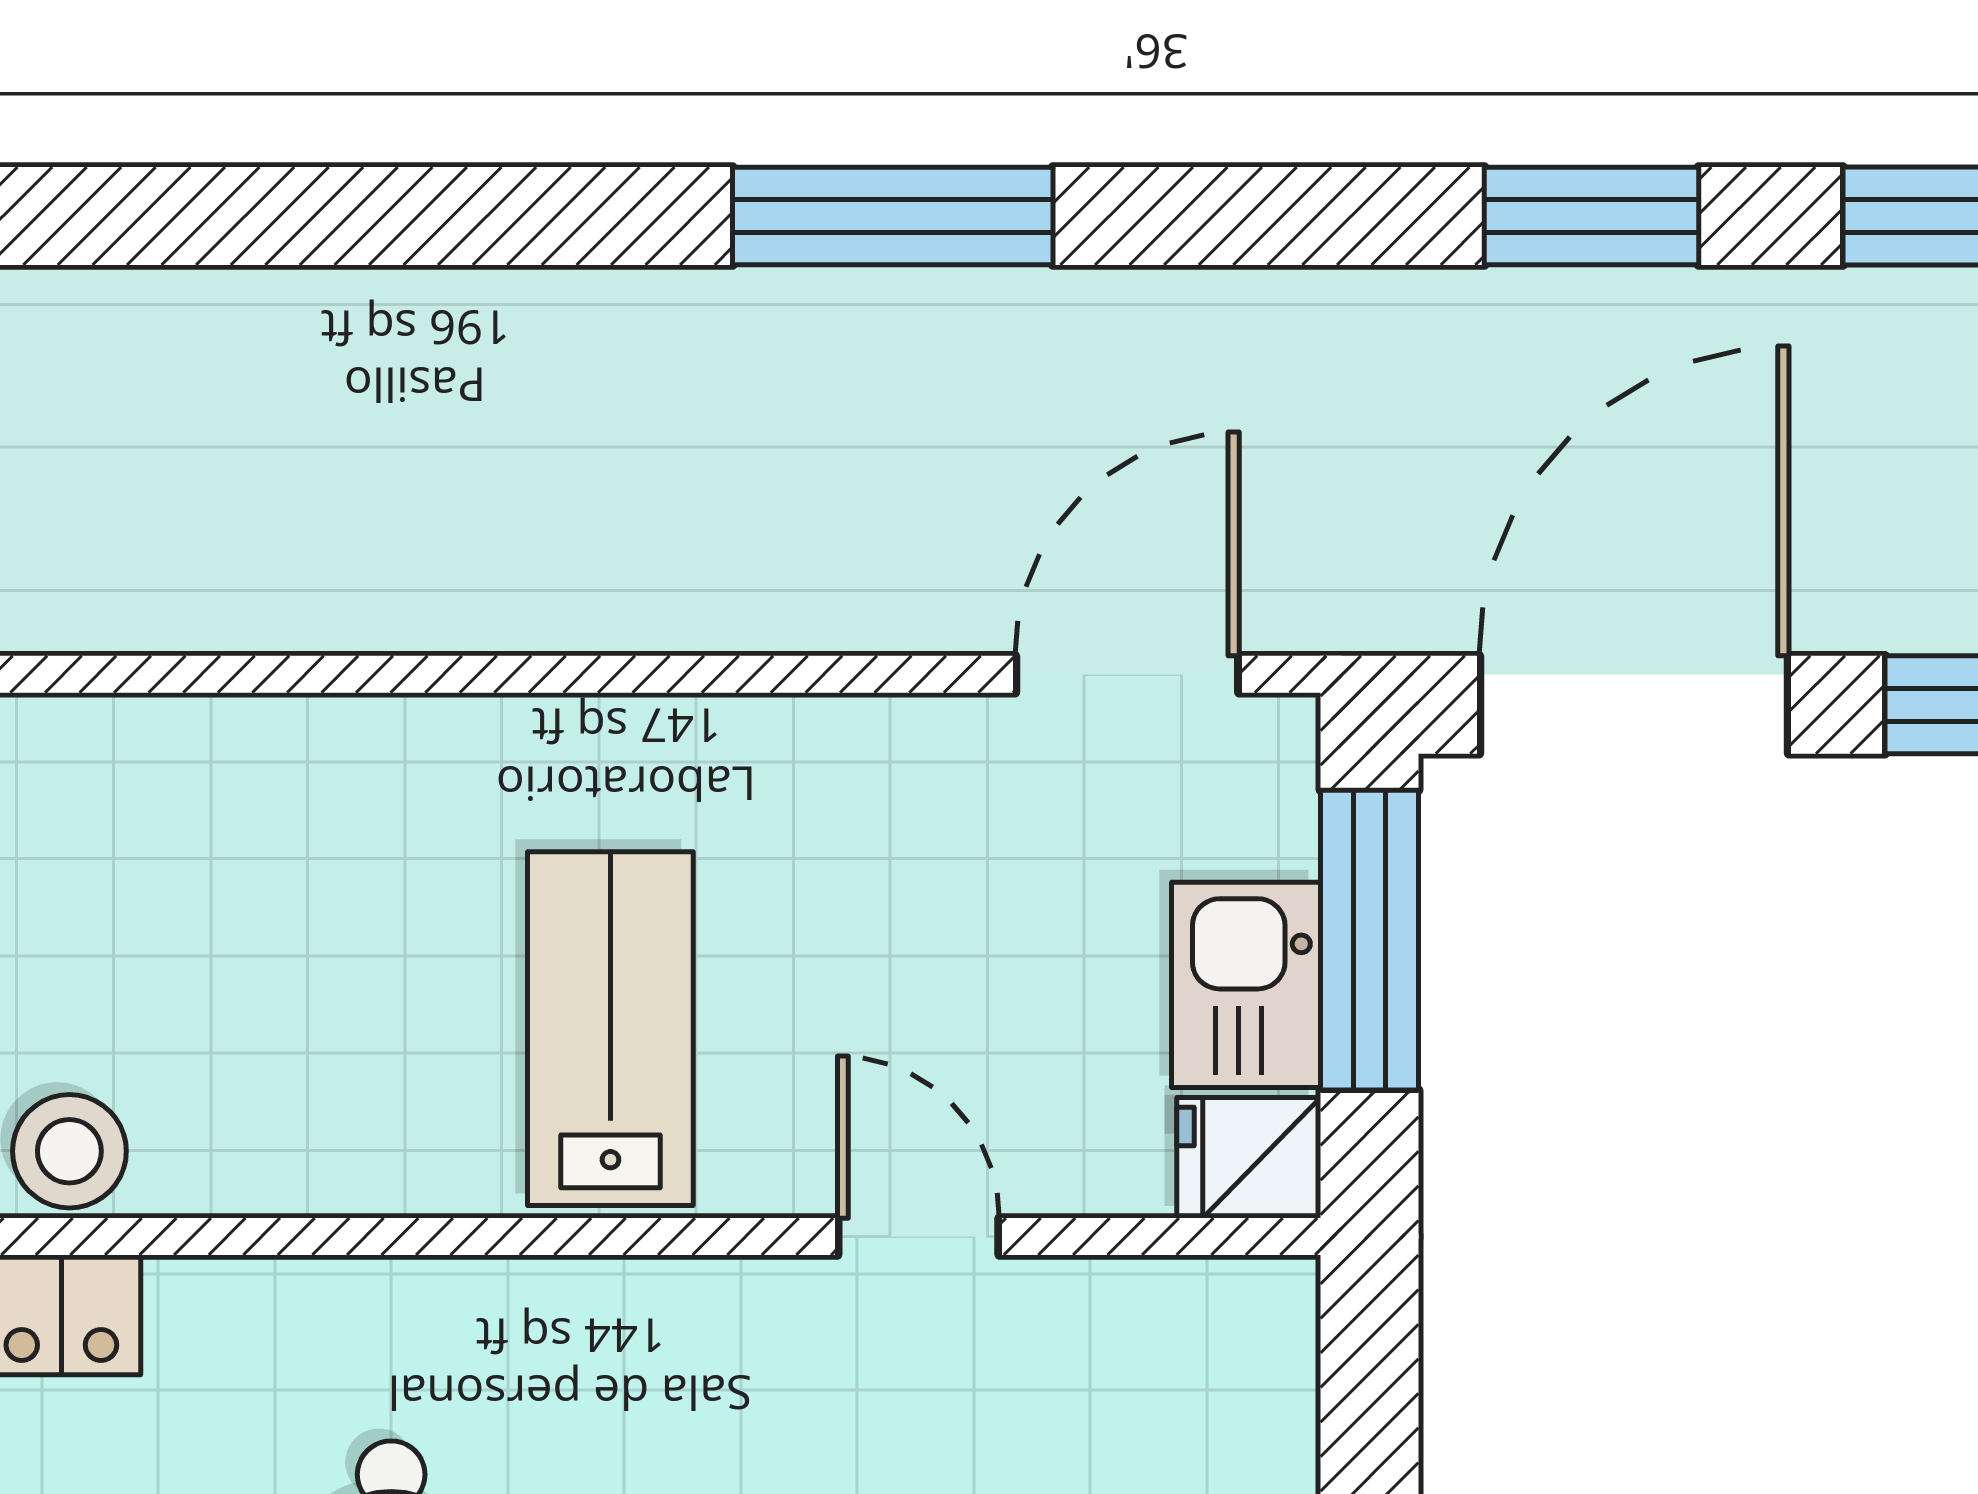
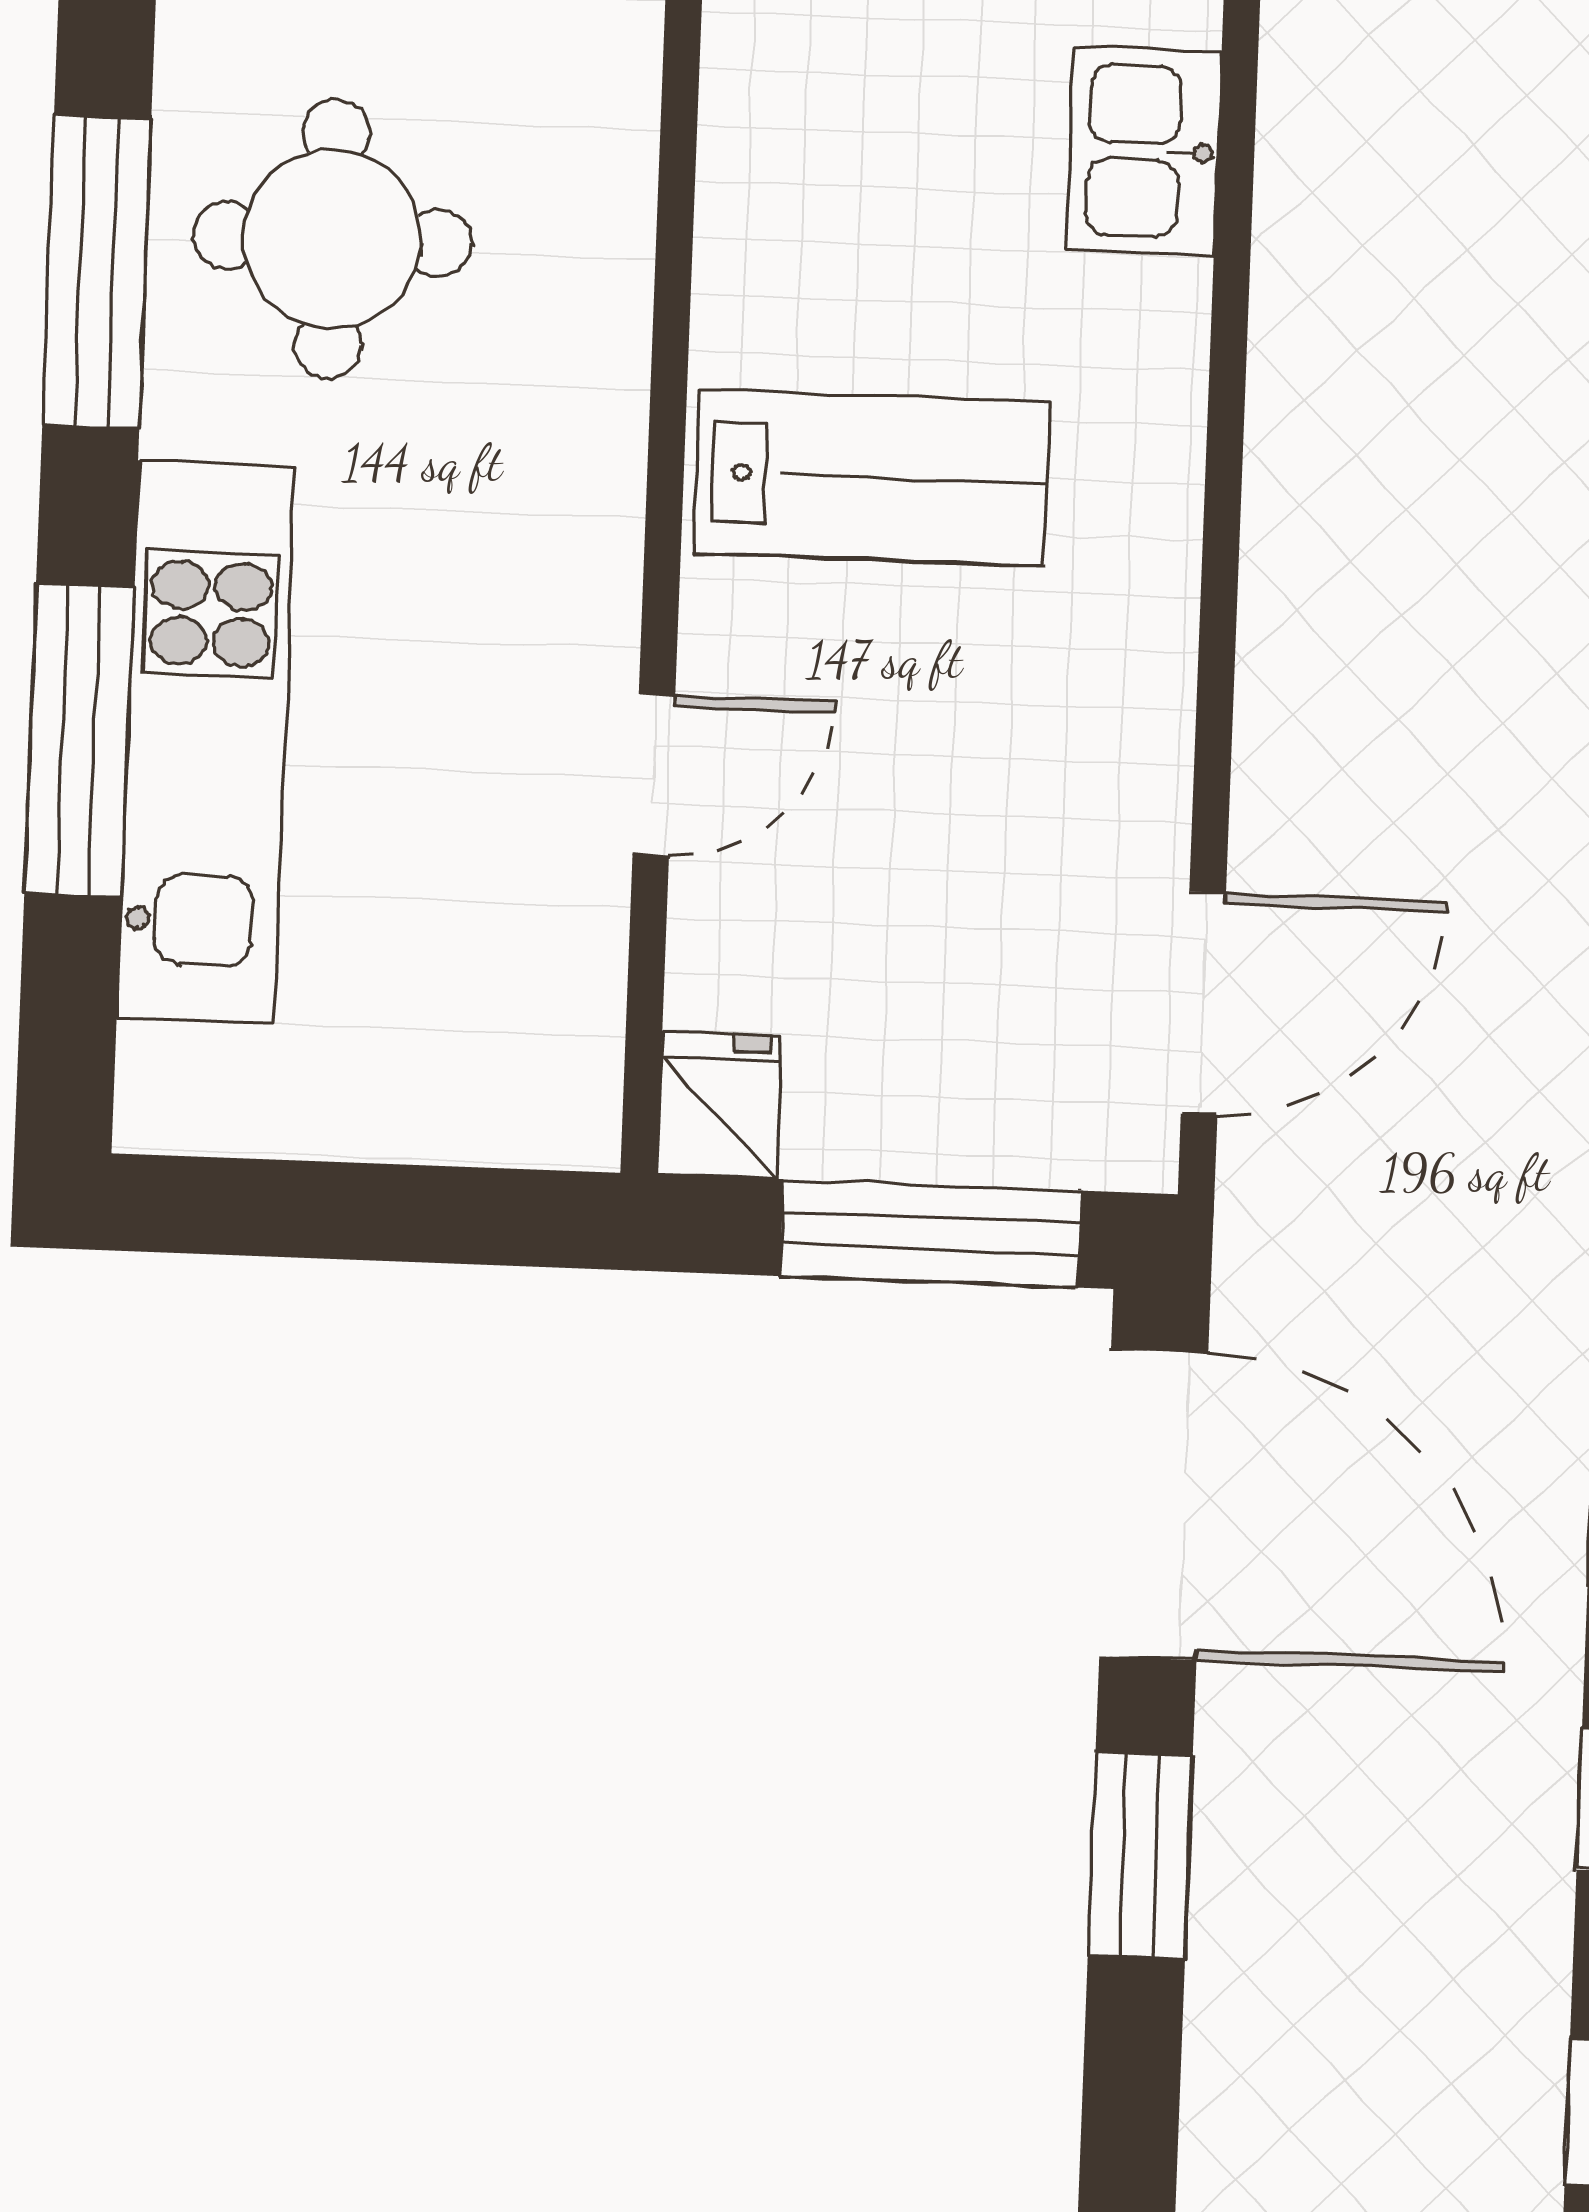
door: (1127, 674) -> (1203, 1003), hinge flipped
kitchen sink: (1246, 985) -> (1144, 151), moved, turned -90

